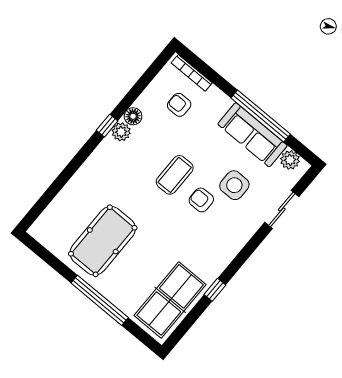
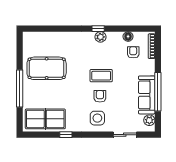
floor lamp: (133, 116) -> (128, 36), moved
side table: (234, 185) -> (97, 118), moved

